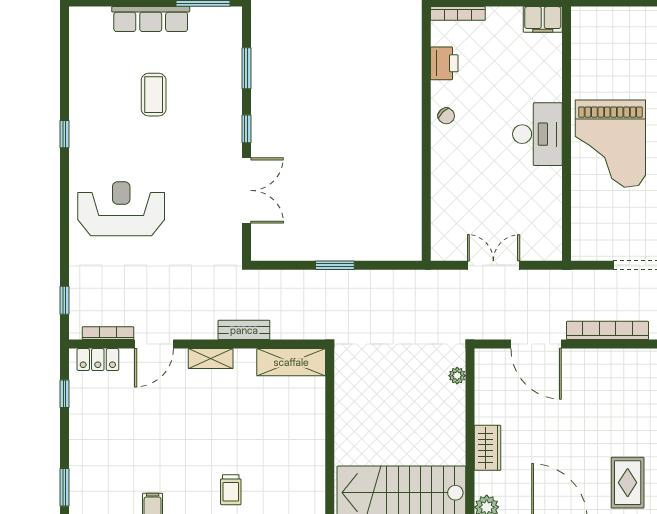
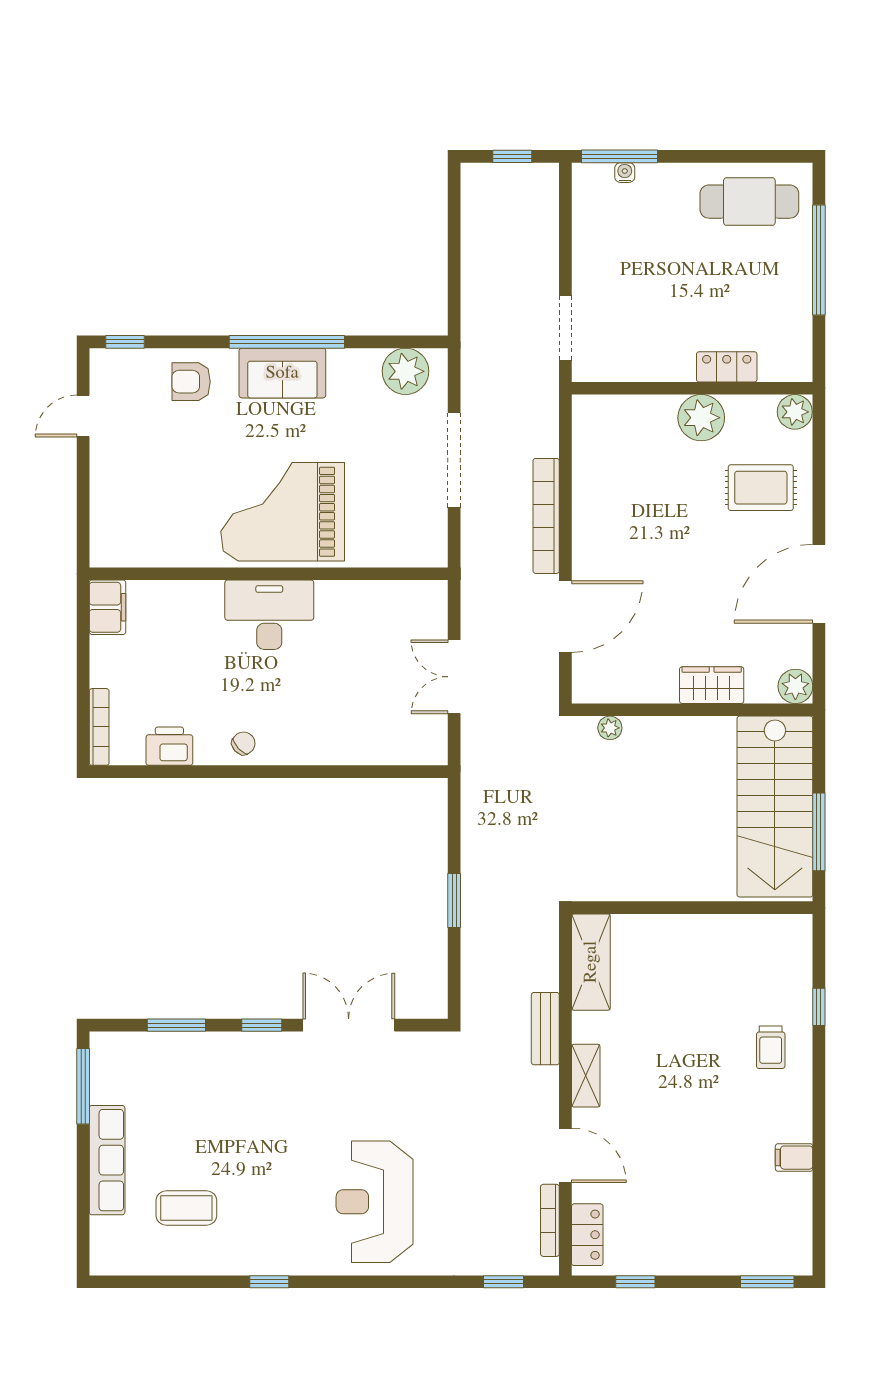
coffee table: (154, 95) -> (186, 1208), moved
grand piano: (610, 144) -> (283, 512), turned 180
trolley: (231, 490) -> (771, 1047), turned 90

